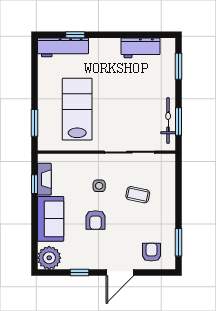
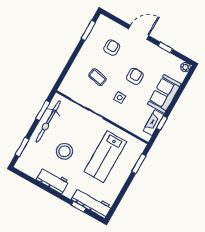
workbench: (140, 48) -> (53, 180), moved
stool: (127, 89) -> (64, 151), added
bicycle: (168, 121) -> (48, 122), width x1.37, depth x1.40
armchair: (151, 252) -> (112, 48), moved, turned 180
plant: (49, 258) -> (185, 67), width x0.53, depth x0.53

